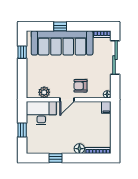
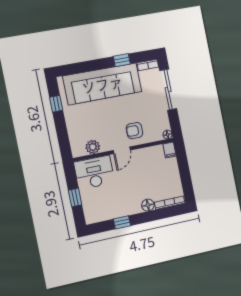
window: (60, 26) -> (122, 60), moved

